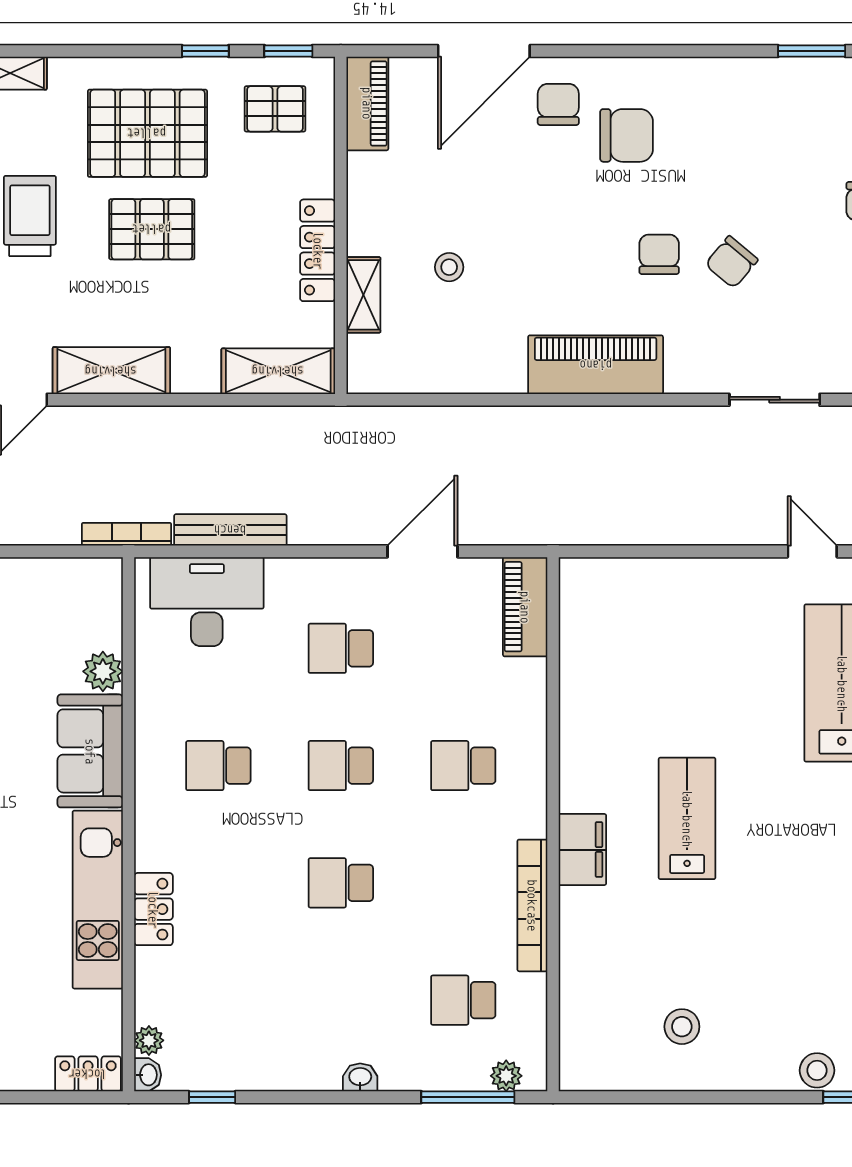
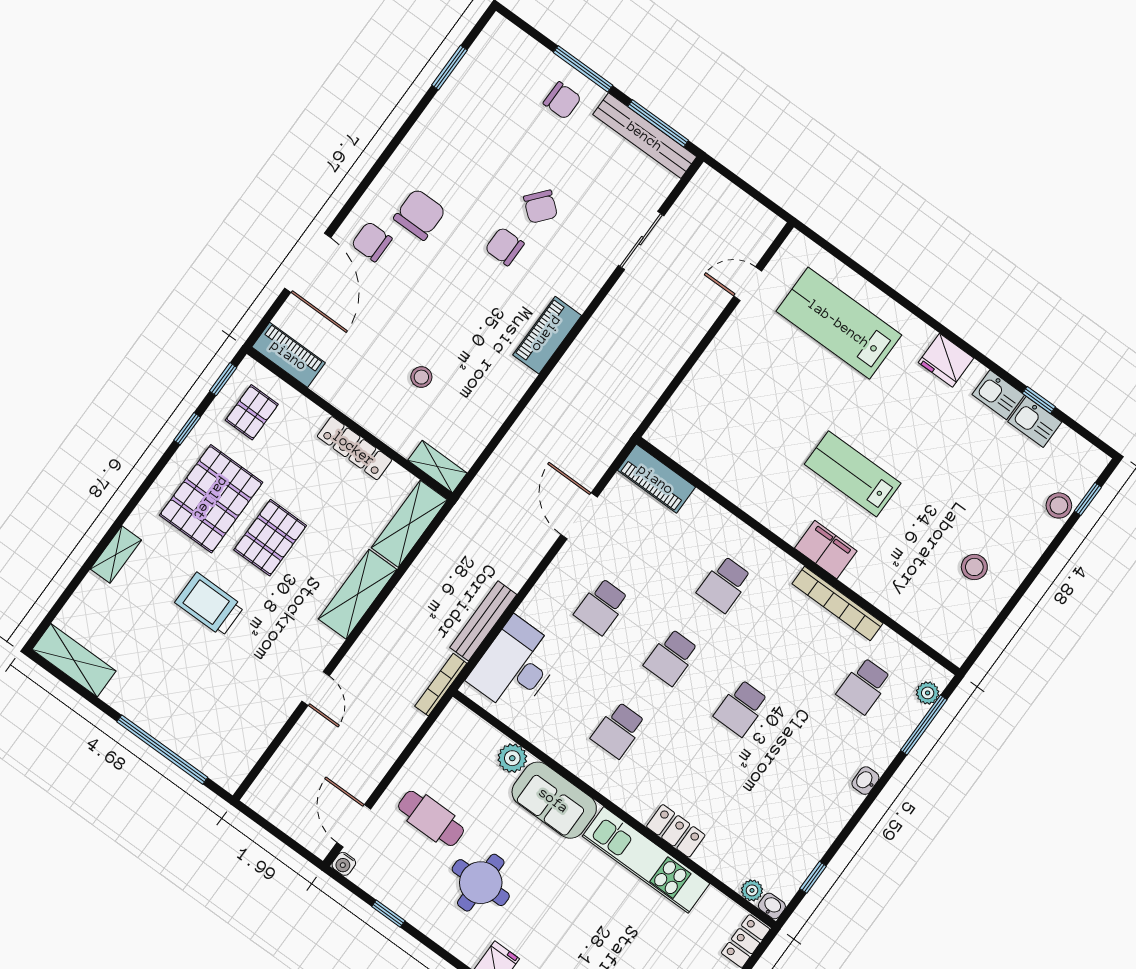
shelving: (363, 295) -> (437, 467), moved
piano: (596, 365) -> (547, 335), width x0.73, depth x0.75
shelving: (111, 371) -> (358, 594), moved

